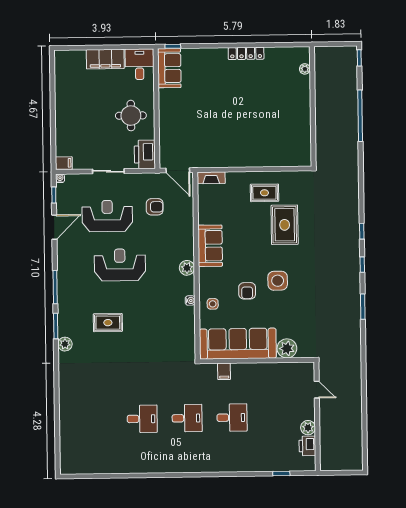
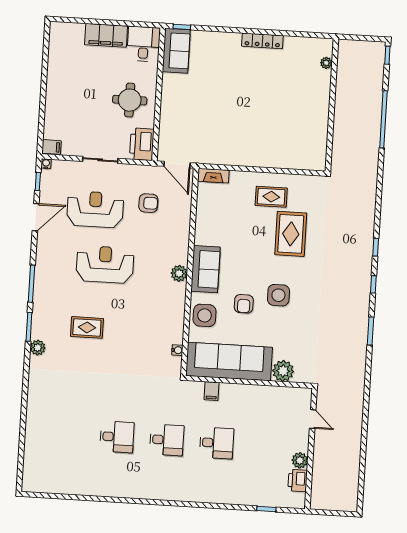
sofa: (210, 246) -> (205, 269), moved
water cooler: (190, 300) -> (177, 350), moved
side table: (213, 304) -> (205, 315), width x1.87, depth x1.87

